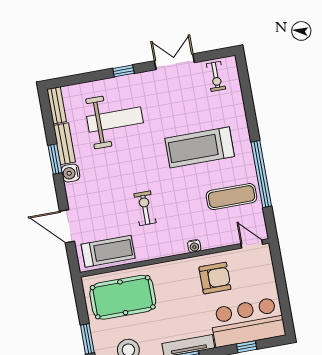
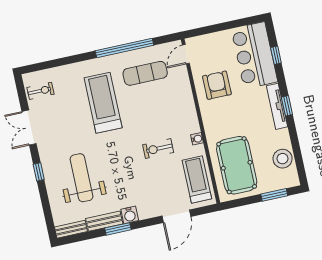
treadmill: (200, 147) -> (103, 103), turned 180
exercise mat: (232, 197) -> (145, 73), turned 90
water cooler: (194, 246) -> (197, 139), moved

